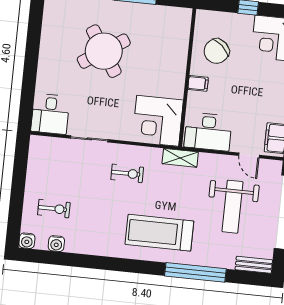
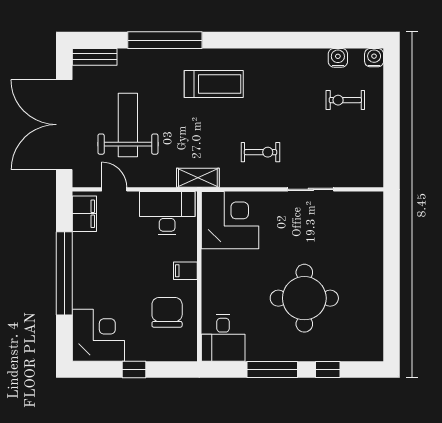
round table: (104, 51) -> (304, 298), turned 33
chair: (217, 51) -> (167, 312), turned -42
desk: (50, 114) -> (223, 338), moved, turned 180
exercise bike: (127, 173) -> (260, 152), turned 180
treadmill: (159, 233) -> (214, 84), width x0.73, depth x0.73

